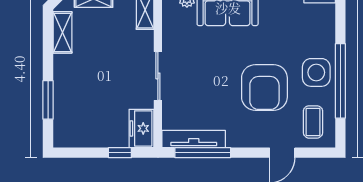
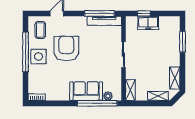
freezer: (141, 128) -> (148, 23), moved, turned 90

